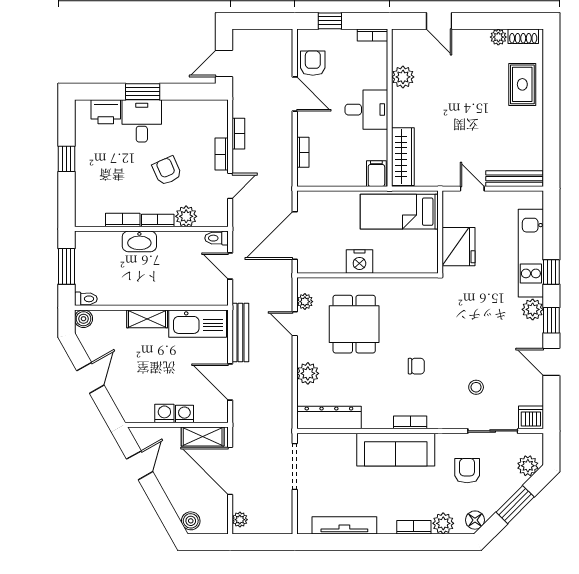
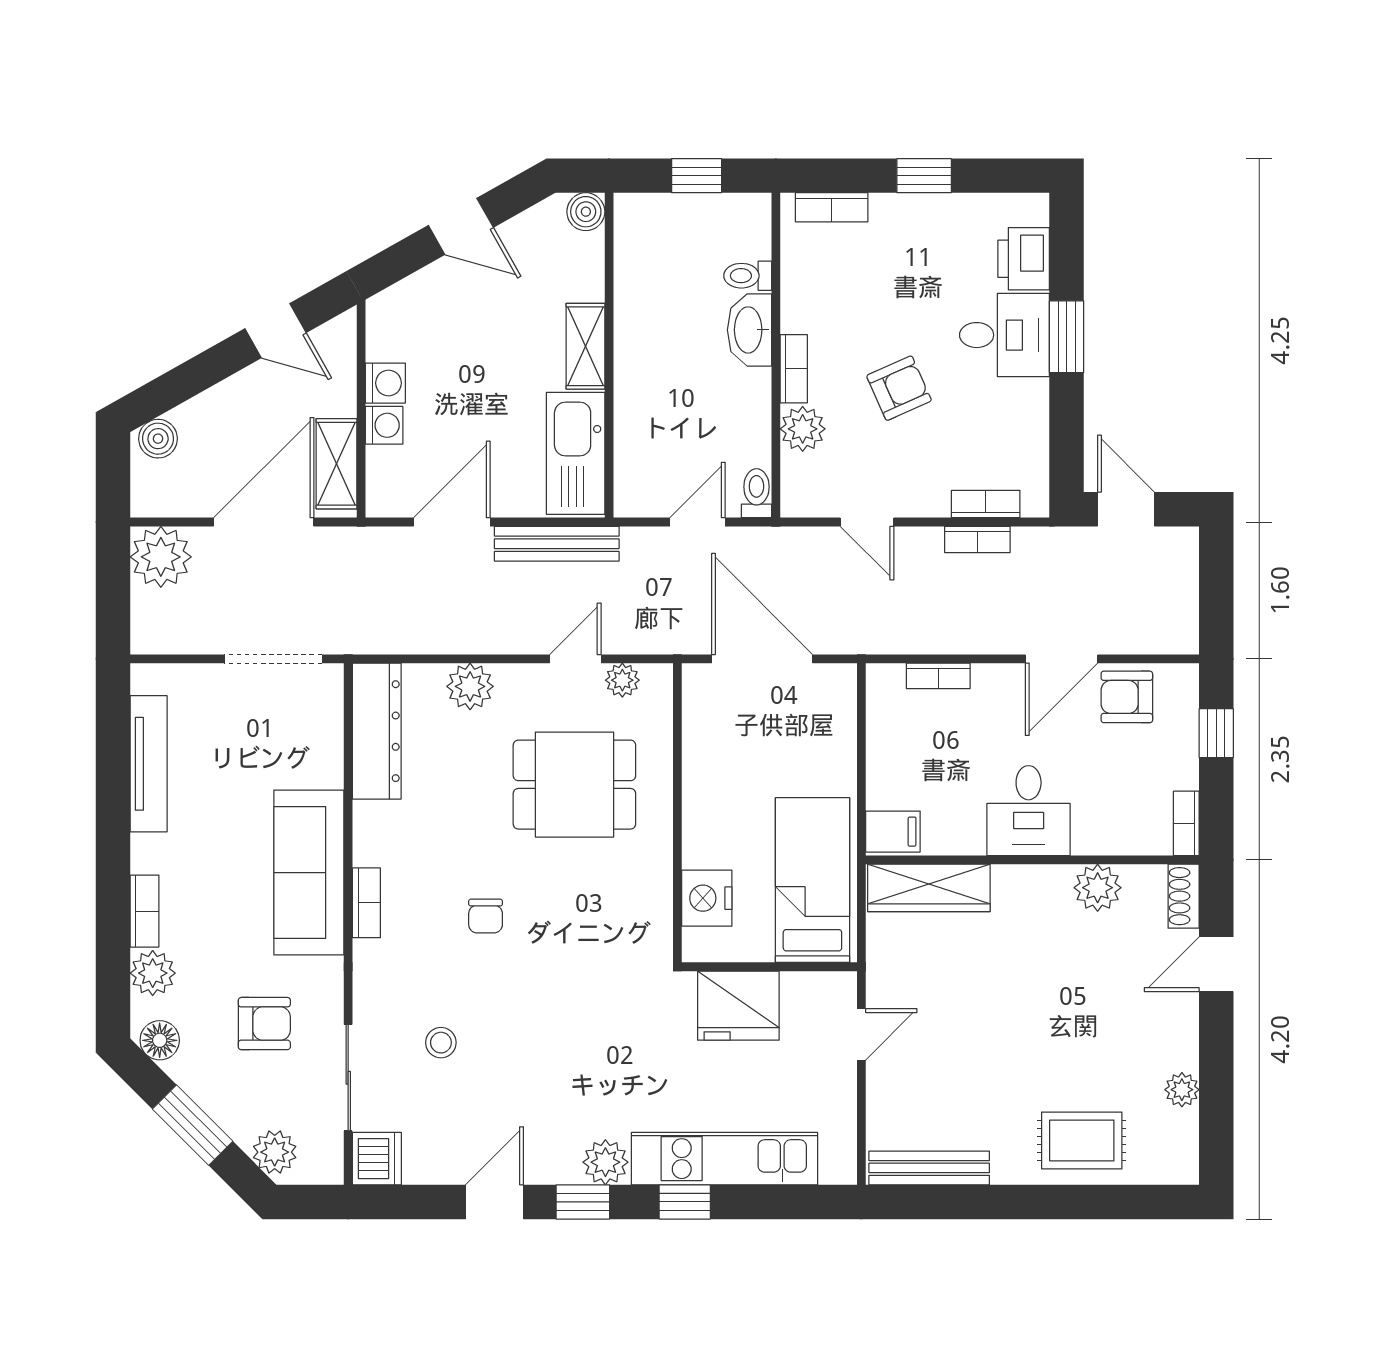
shoe rack: (523, 36) -> (1184, 896), moved
armchair: (313, 63) -> (1127, 697), turned 180
bookcase: (222, 154) -> (986, 504), moved
bench: (514, 179) -> (929, 1168), moved, turned 90
bookcase: (123, 220) -> (832, 207), moved, turned 90
nightstand: (359, 262) -> (707, 898), moved
window: (66, 266) -> (697, 176), width x0.67
toilet: (86, 299) -> (748, 276), moved, turned 90
plant: (240, 520) -> (161, 557), width x1.88, depth x1.88

